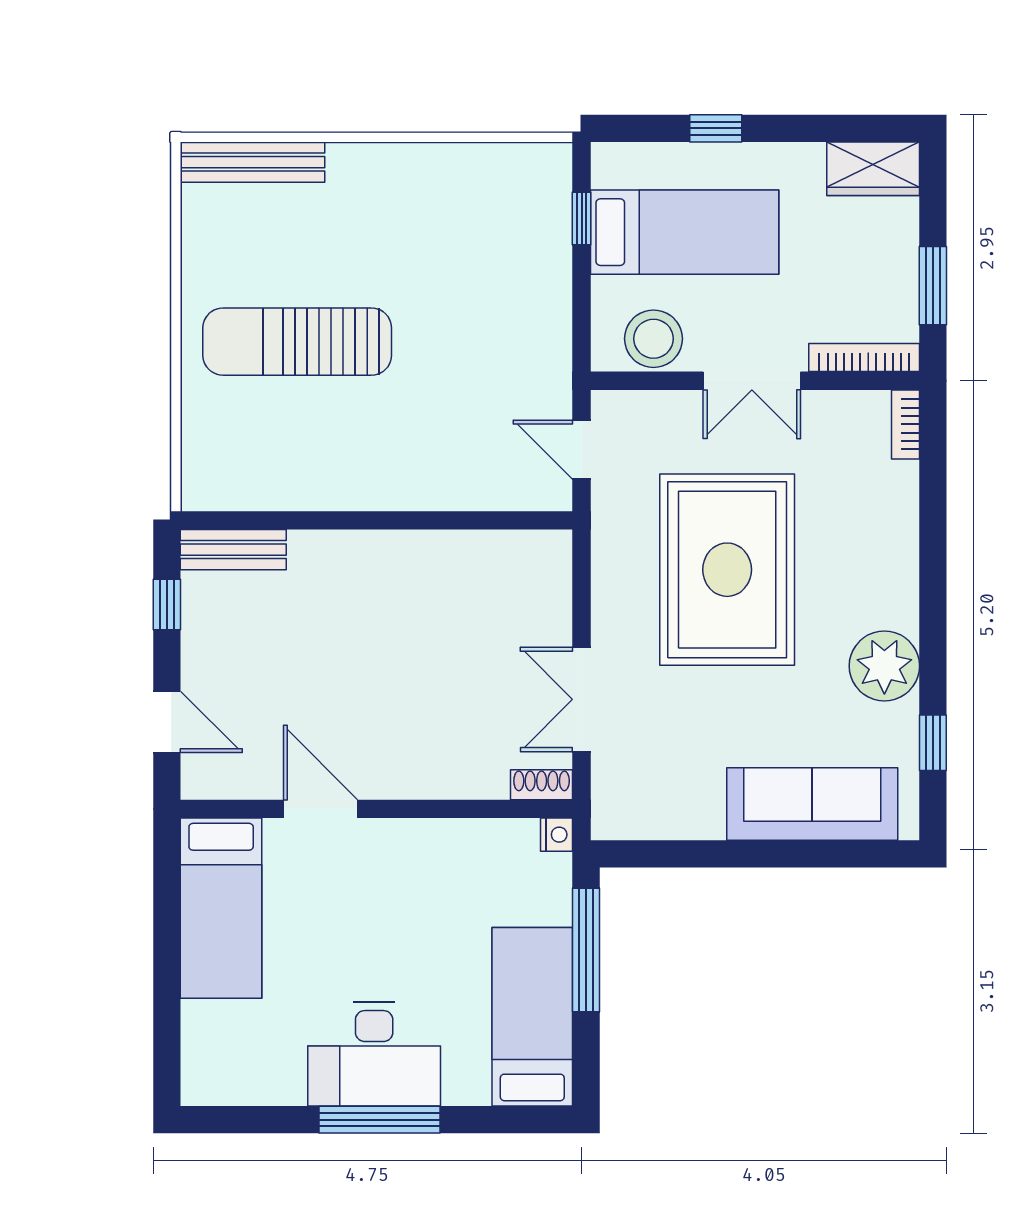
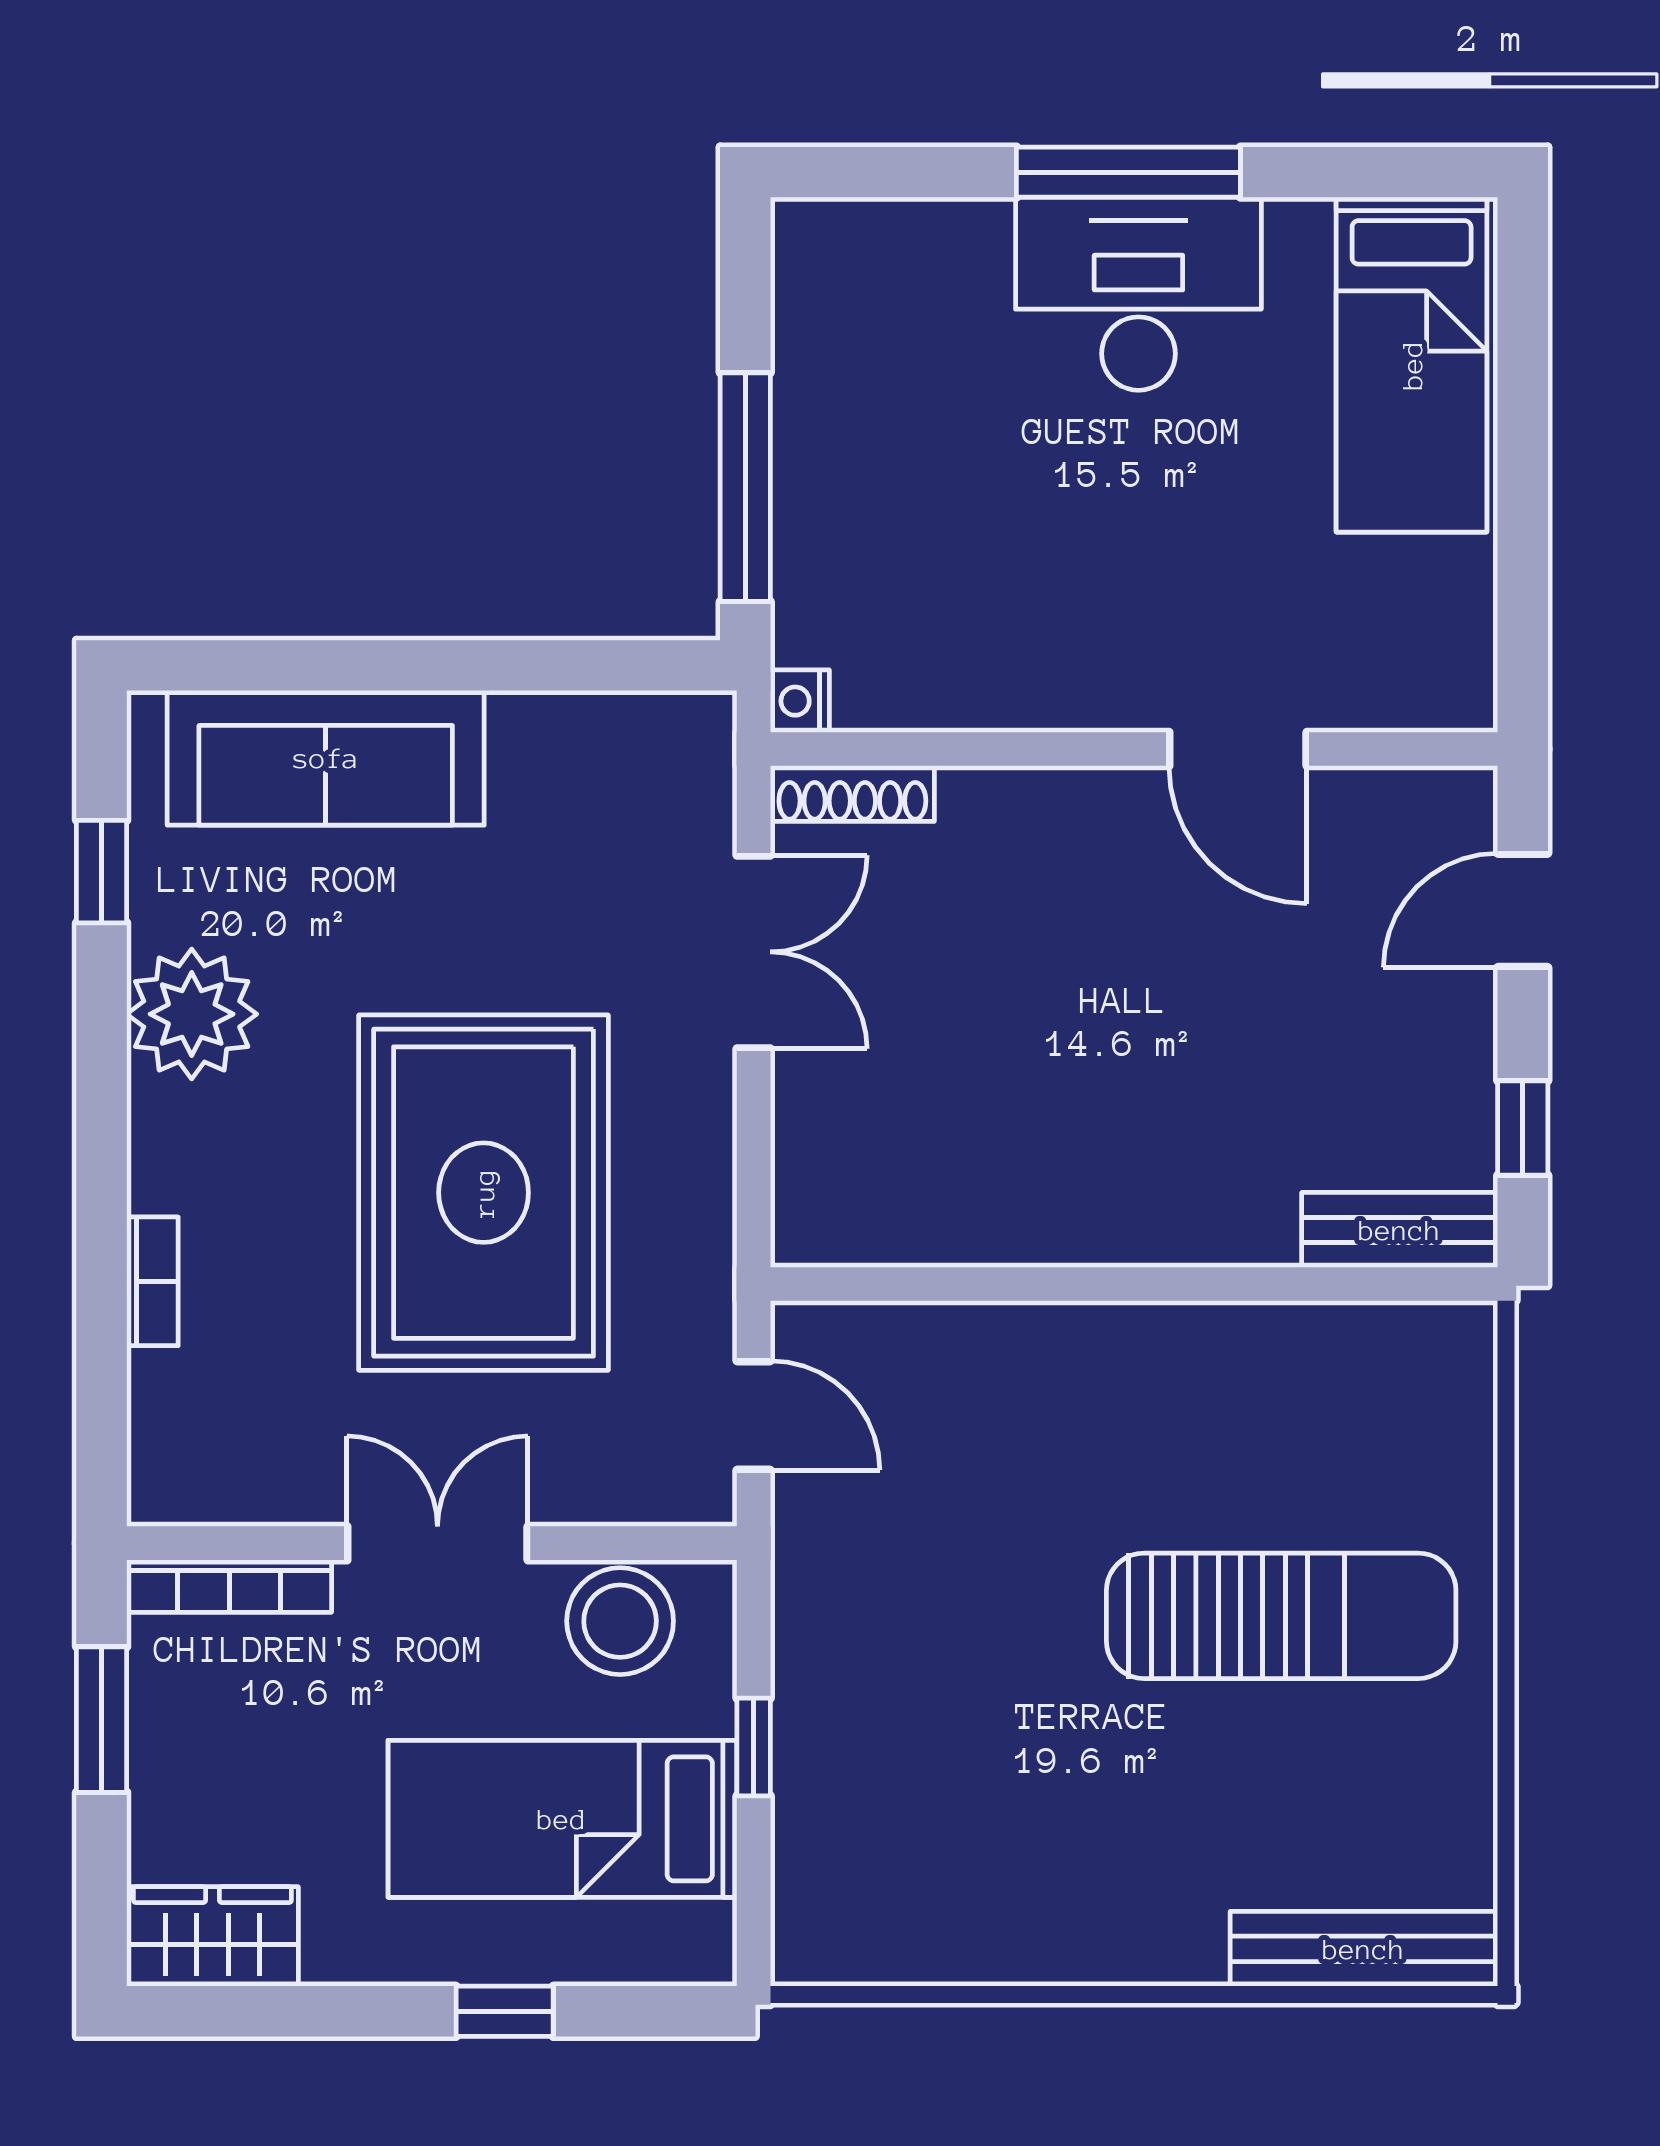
window: (582, 218) -> (754, 1747), moved
bookcase: (906, 424) -> (152, 1281), moved
door: (167, 722) -> (1523, 910), hinge flipped
shoe rack: (542, 785) -> (852, 794), width x1.43
bed: (221, 908) -> (1412, 365), moved, turned 180
bed: (532, 1017) -> (845, 363), removed

